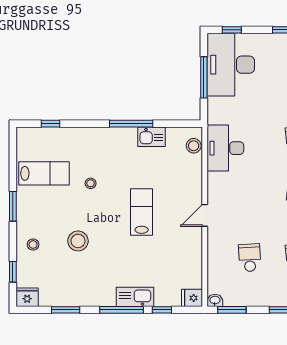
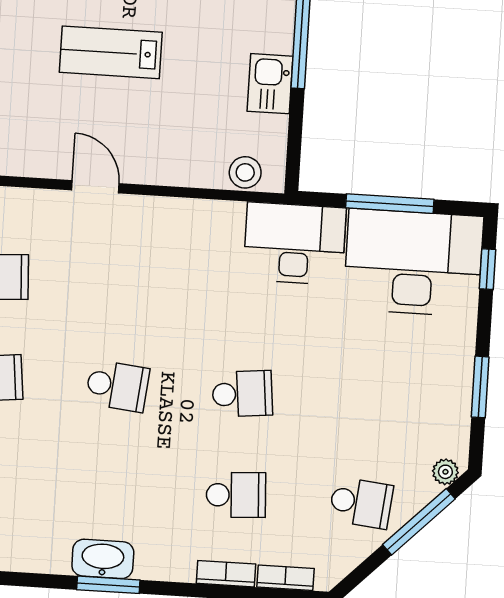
desk: (225, 148) -> (295, 244), moved
lab bench: (142, 212) -> (111, 52), turned 180

